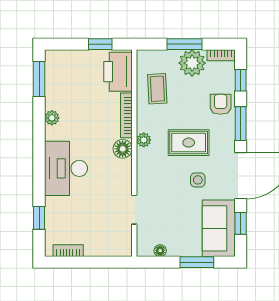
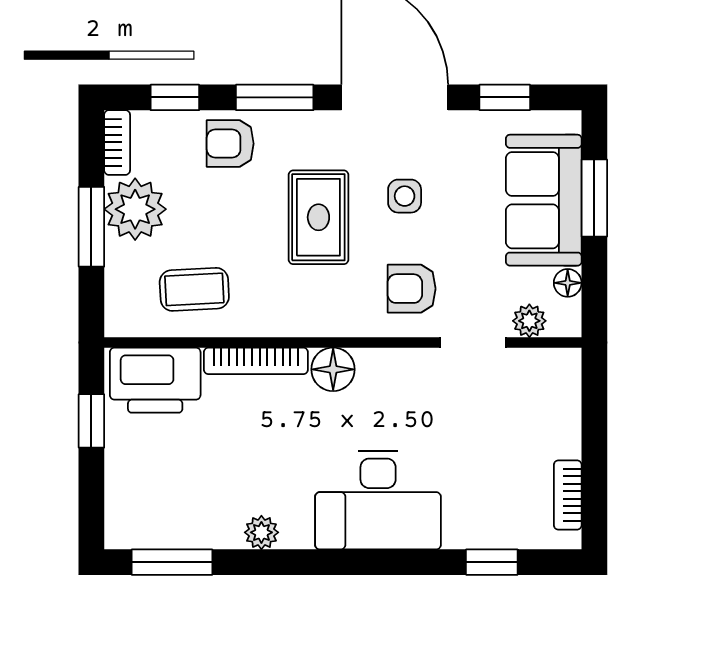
plant: (144, 140) -> (529, 321), moved
armchair: (158, 183) -> (412, 289), added
sofa: (219, 228) -> (544, 200), moved, turned 90

